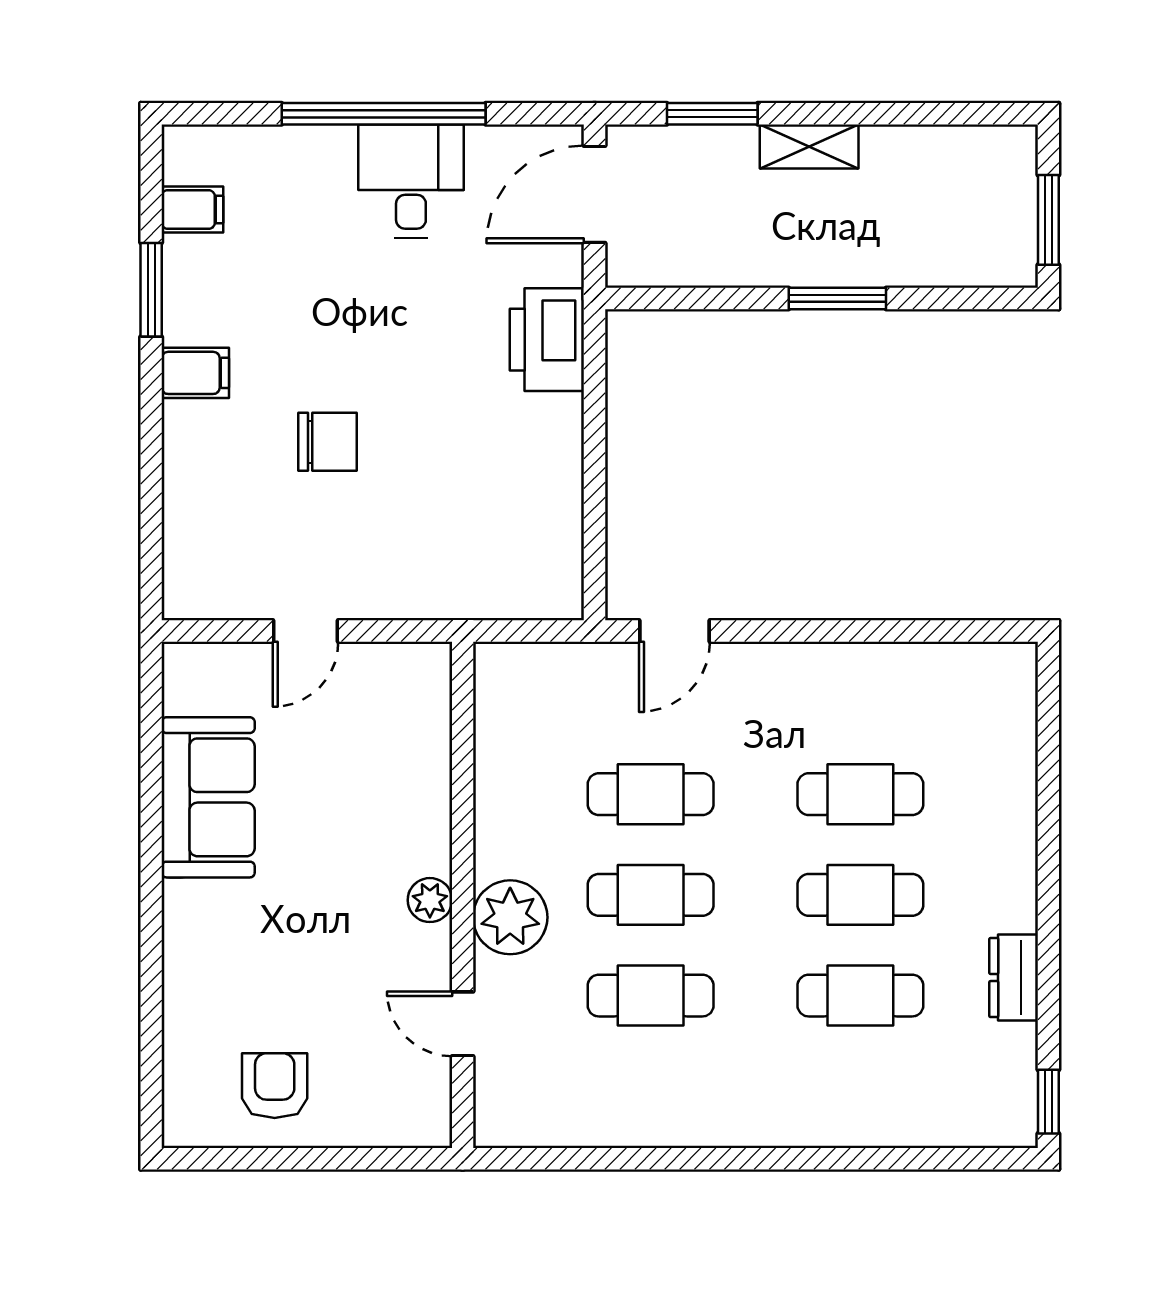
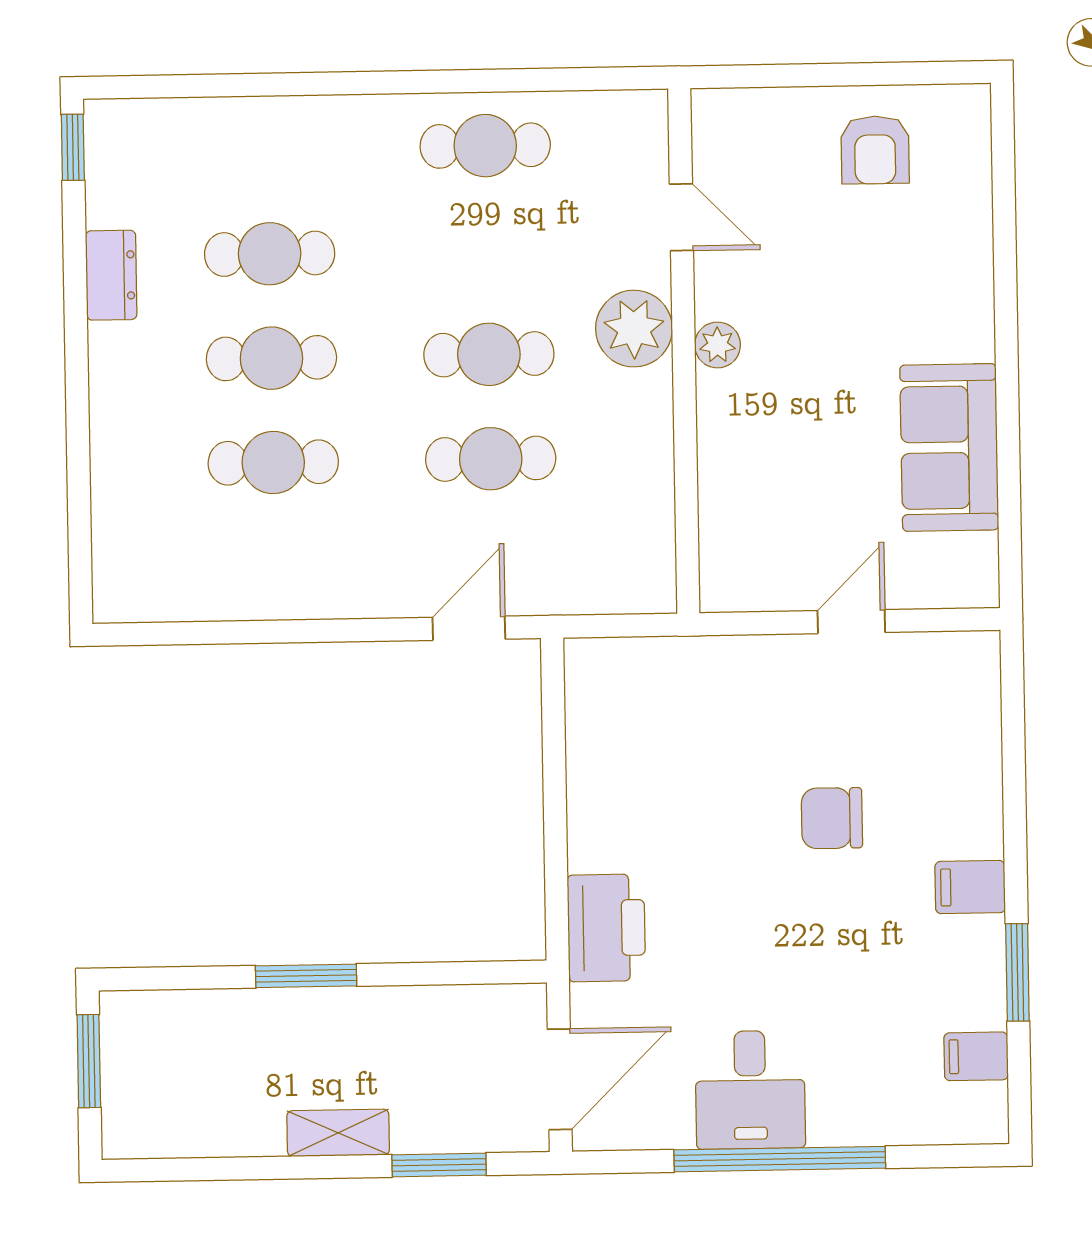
cafe table: (651, 996) -> (485, 146), moved

